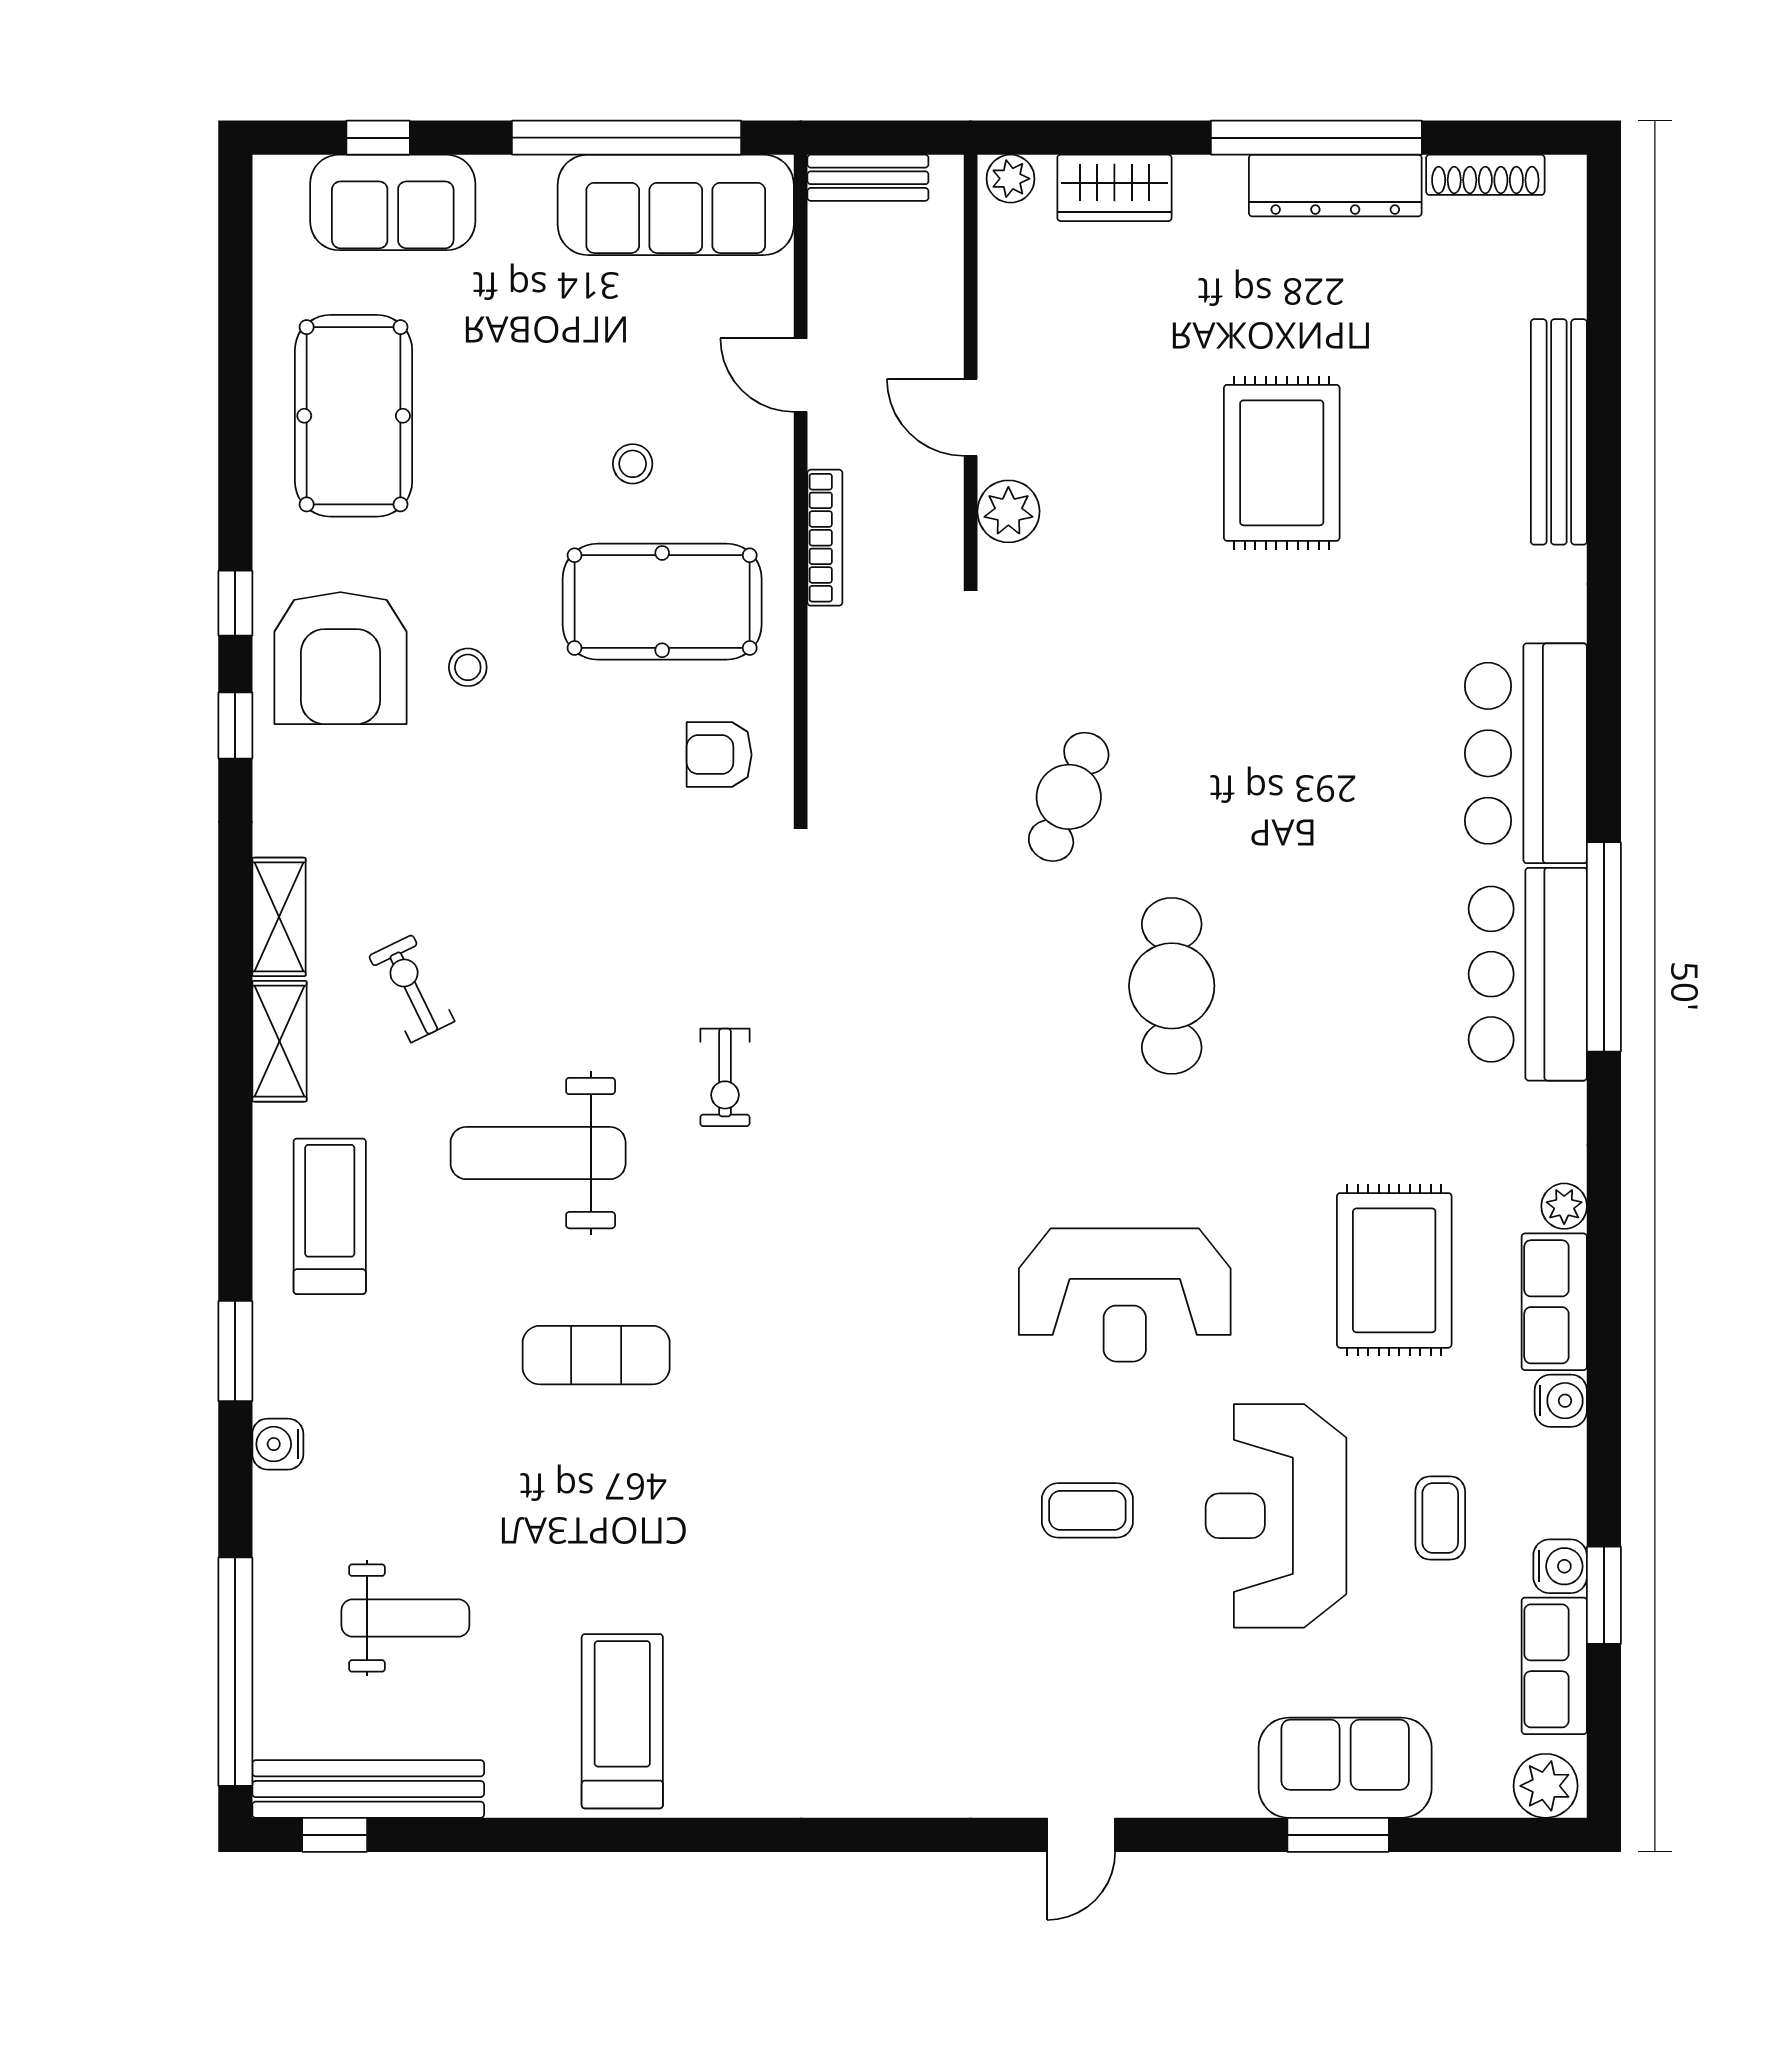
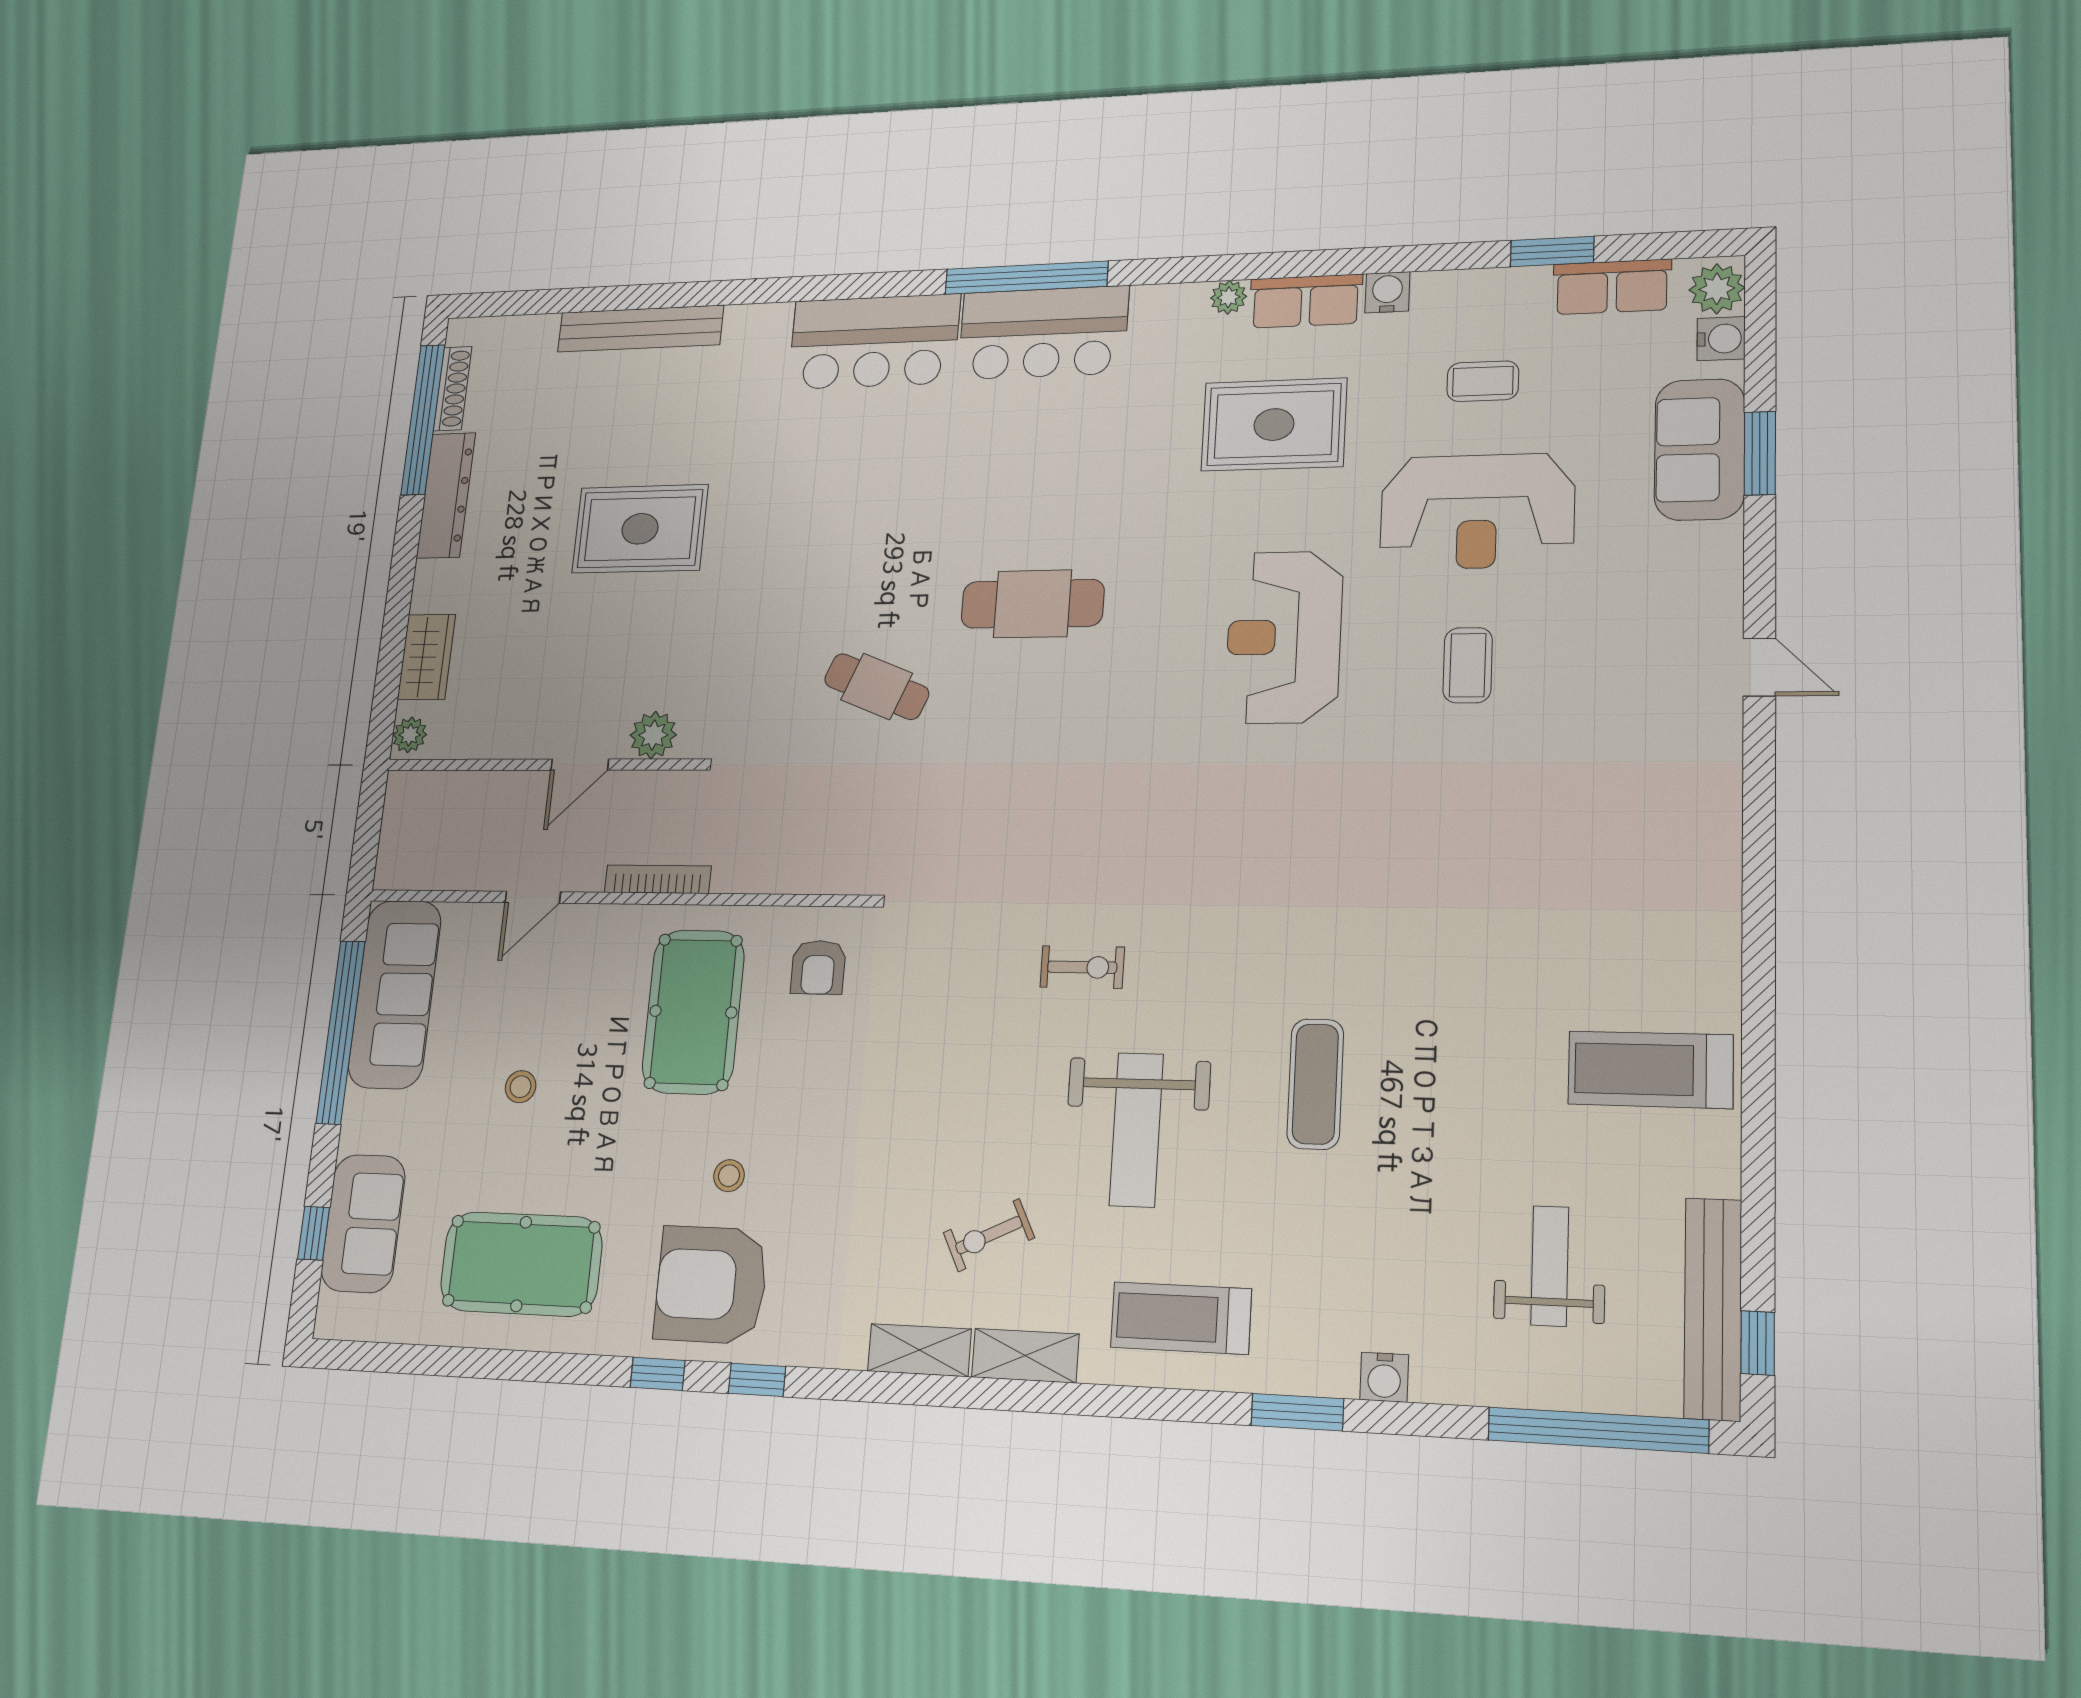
window: (1316, 138) -> (423, 420), moved
bench: (868, 178) -> (395, 843), removed
stool: (633, 464) -> (521, 1087), moved
armchair: (340, 658) -> (711, 1285), turned 180
reception desk: (1125, 1295) -> (1284, 637), turned 180
water cooler: (1560, 1566) -> (1721, 339), moved, turned 90

